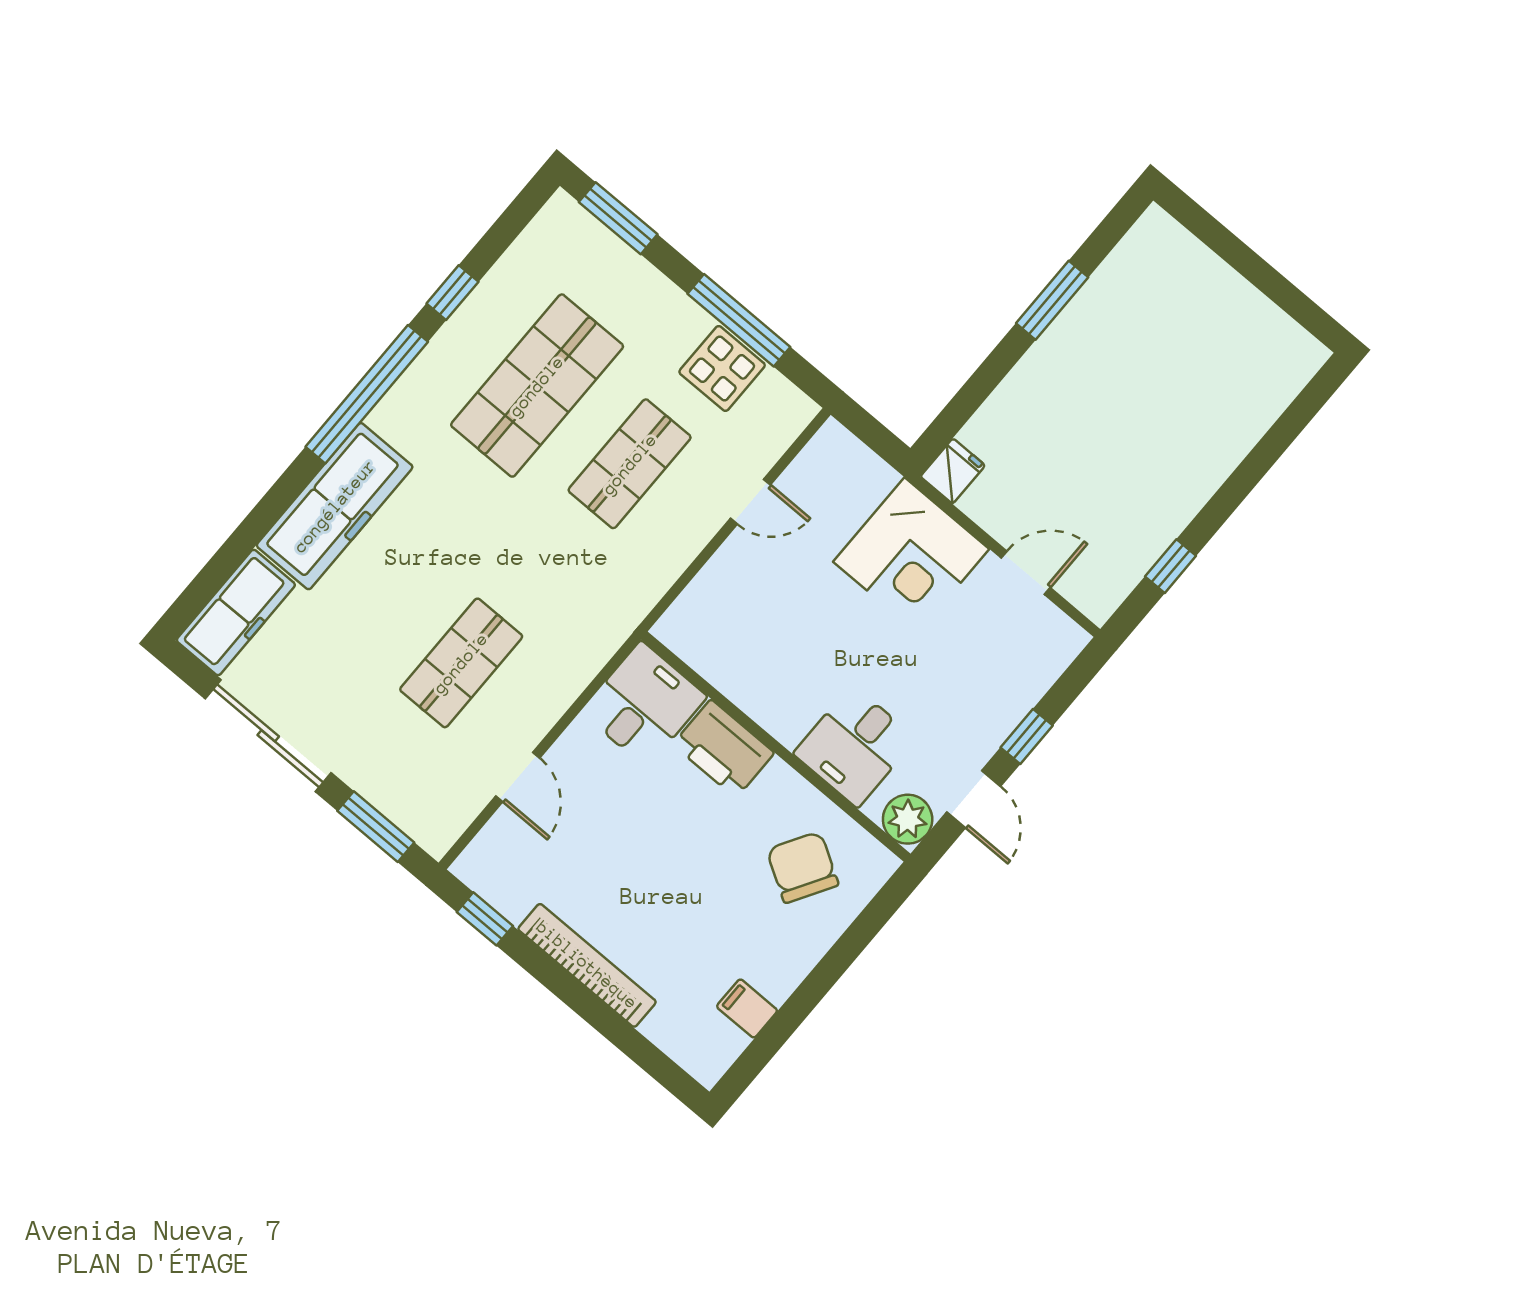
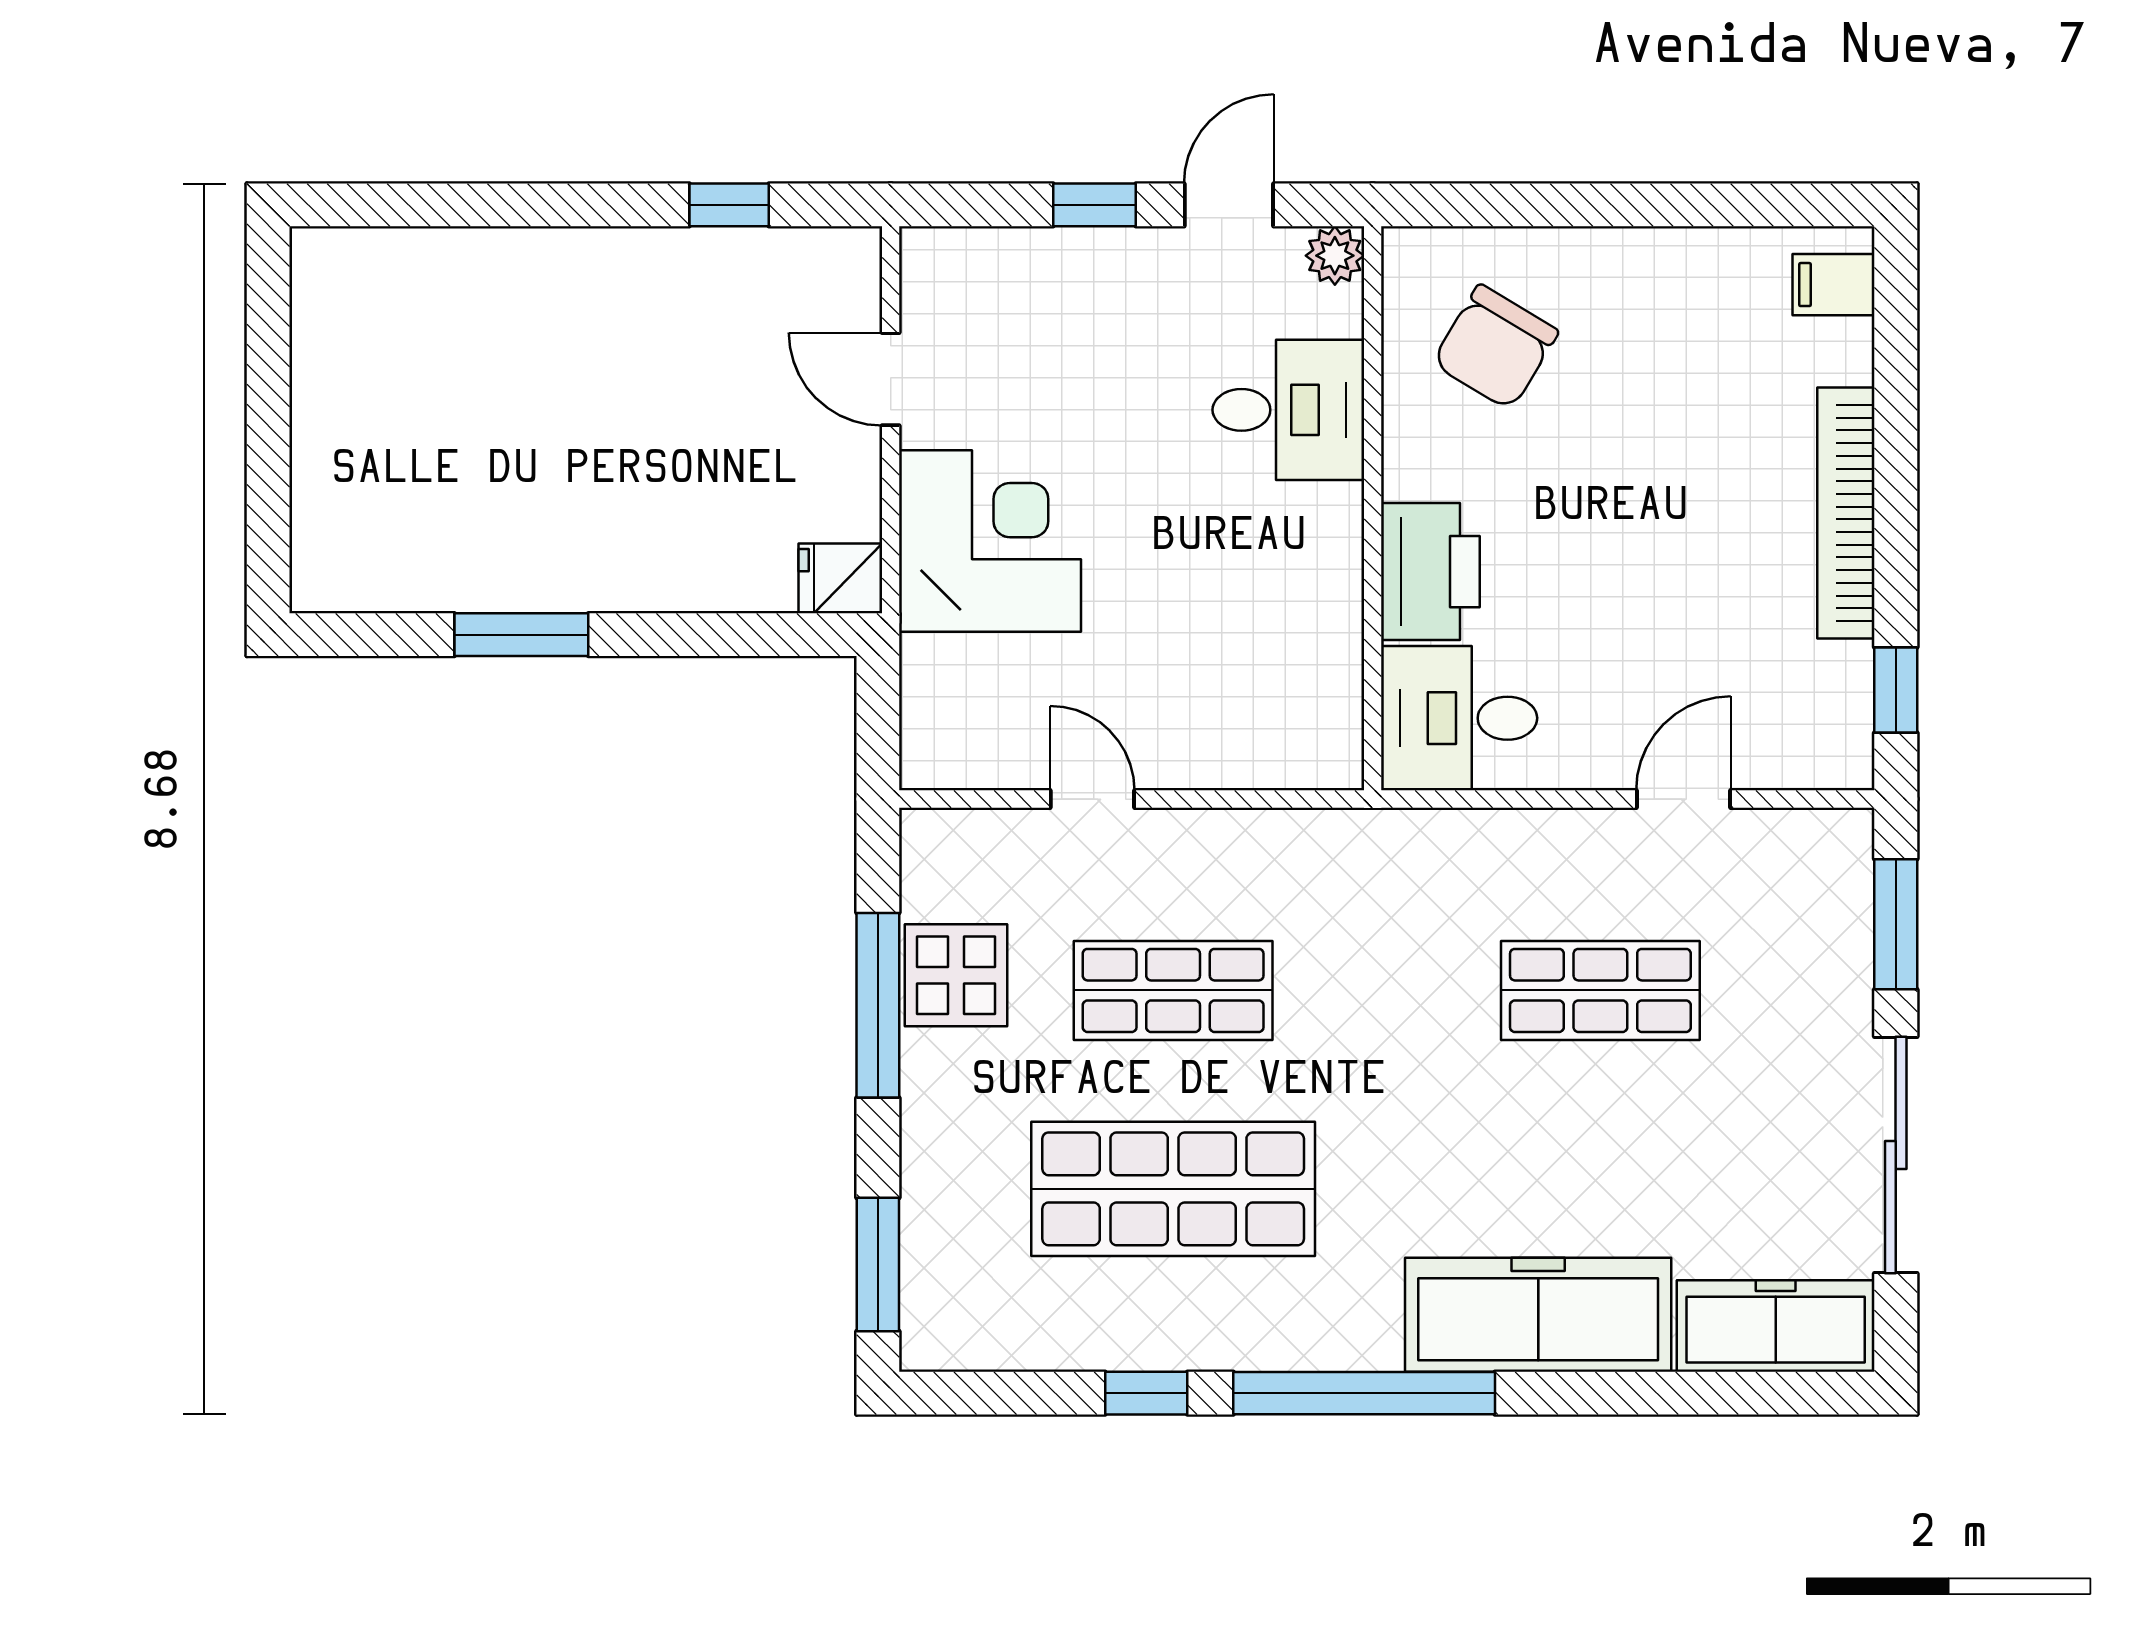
plant: (908, 819) -> (1335, 256), width x0.73, depth x0.73
filing cabinet: (747, 1009) -> (1834, 285), moved, turned 90

